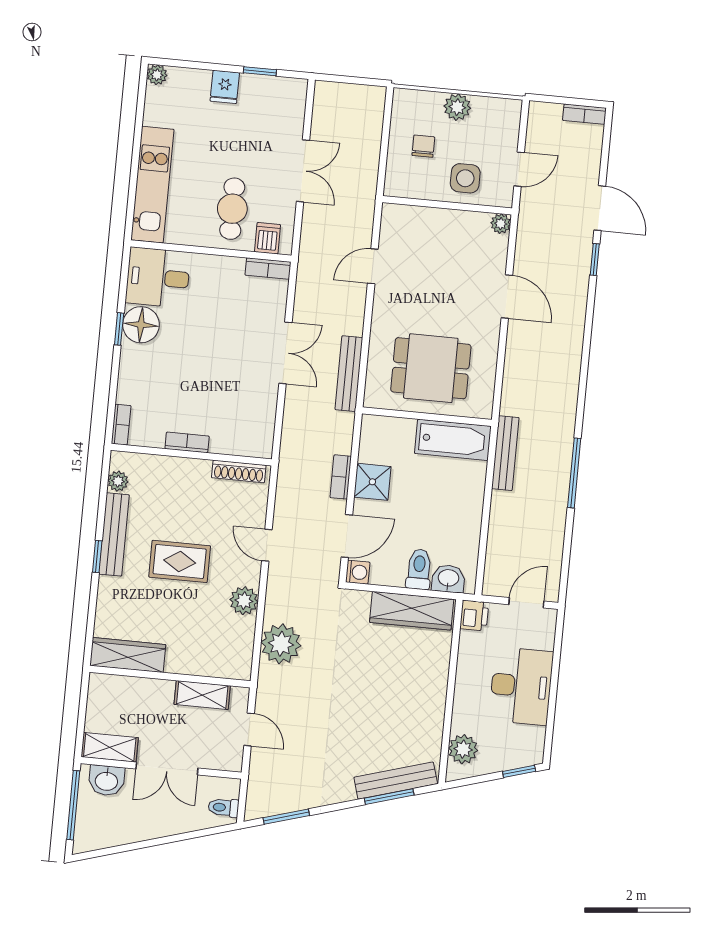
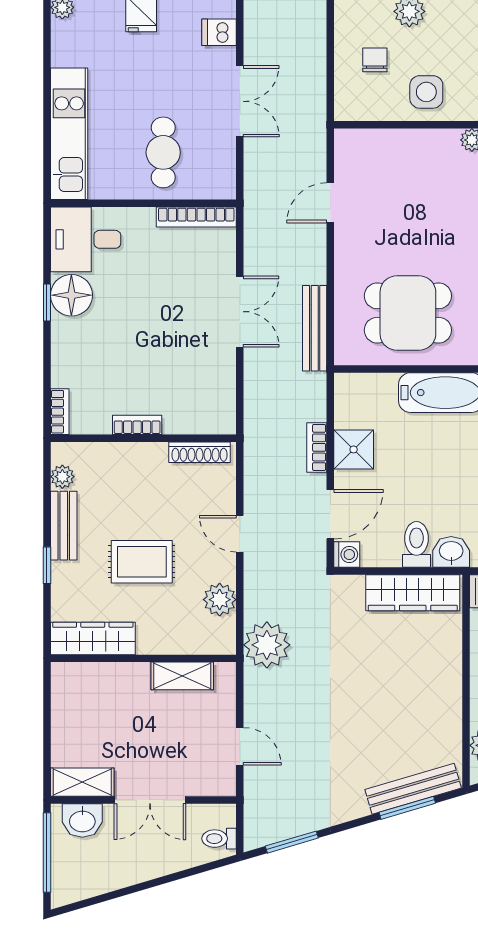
dishwasher: (267, 238) -> (219, 32), moved, turned -90
bookcase: (268, 269) -> (196, 217), width x1.56
bench: (114, 534) -> (64, 526), width x0.73
wardrobe: (128, 655) -> (93, 638), moved
wall: (170, 677) -> (143, 658), moved
shelving: (202, 695) -> (182, 676), moved

